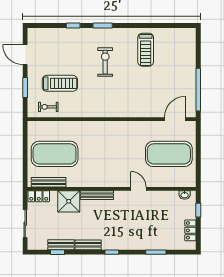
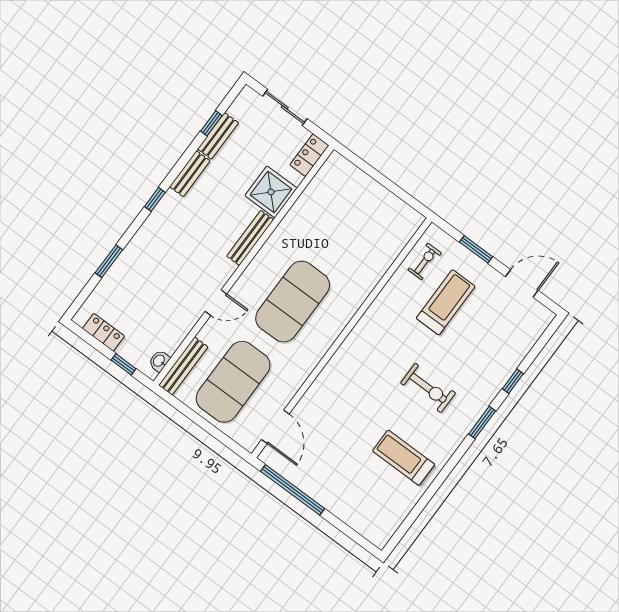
treadmill: (60, 83) -> (446, 302), turned 180
exercise mat: (55, 154) -> (293, 302), moved
bench: (49, 182) -> (183, 366), moved

